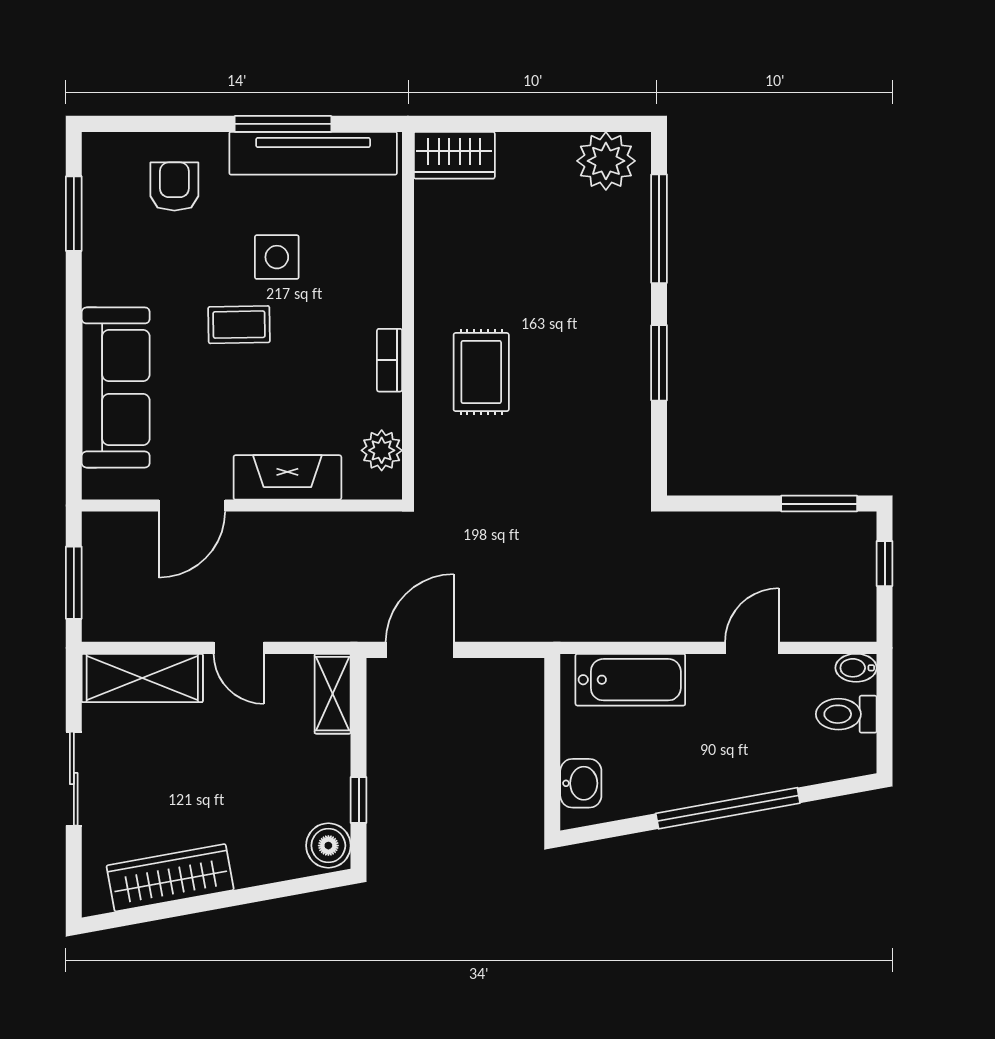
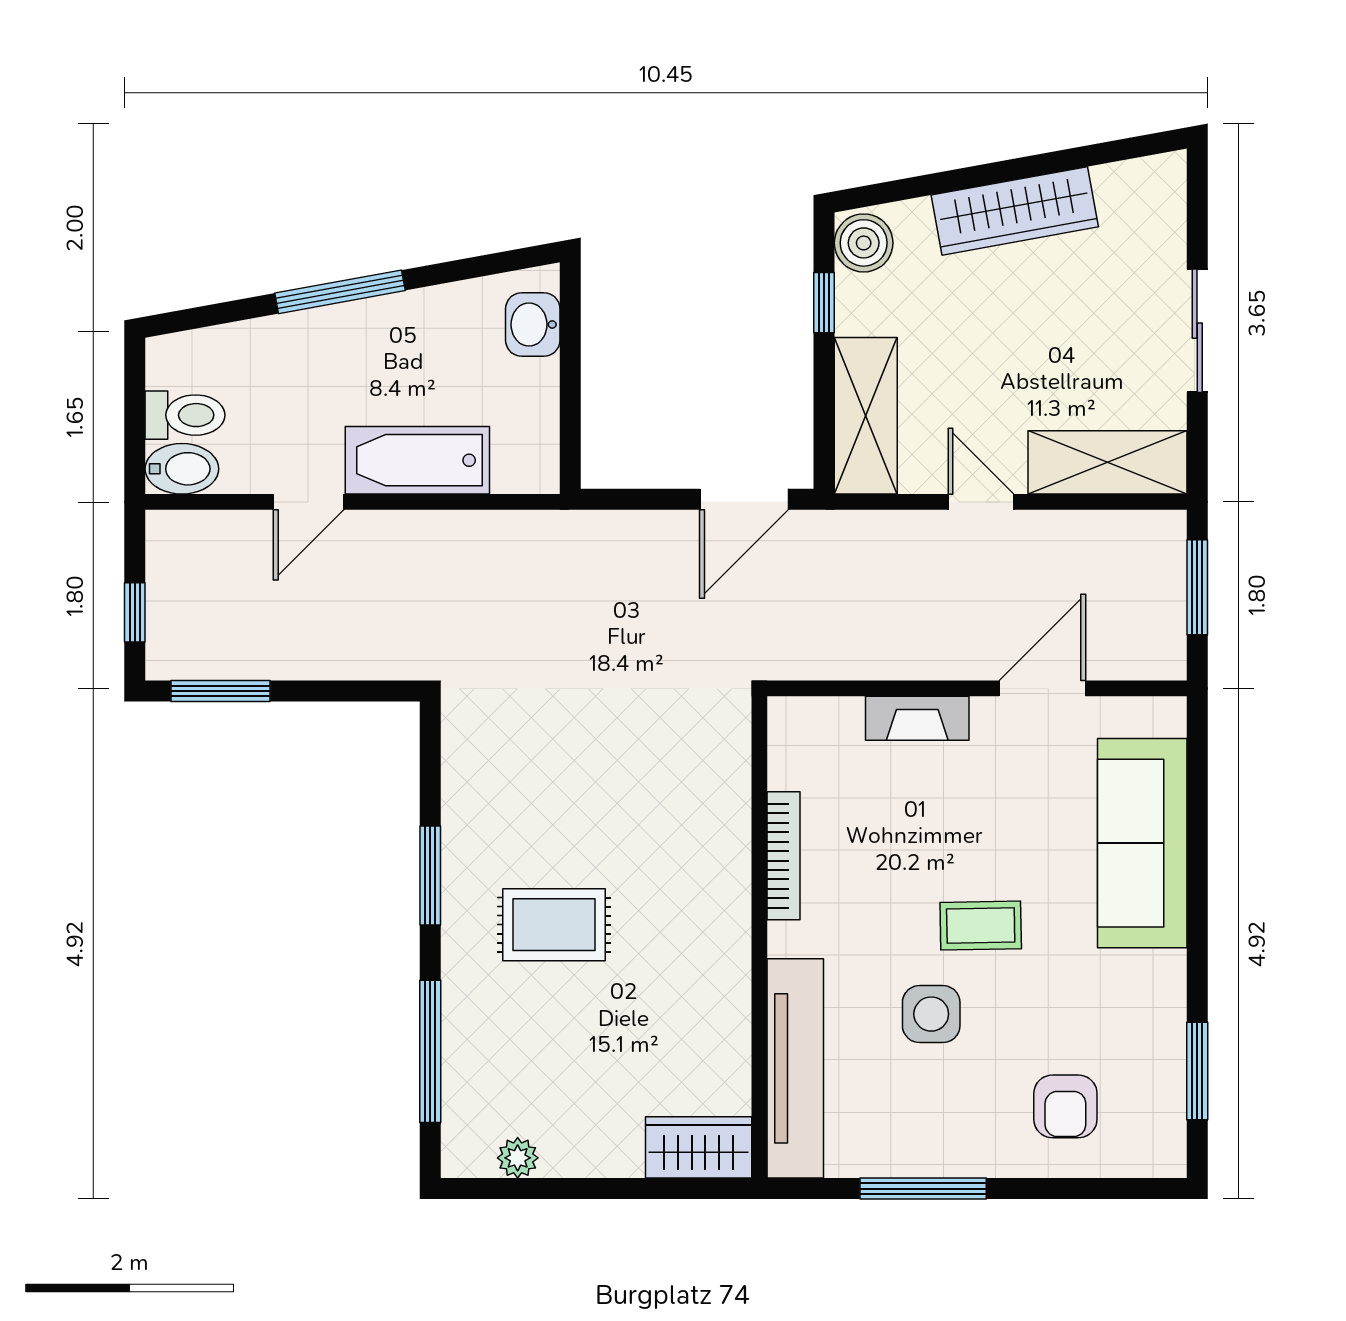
tv unit: (313, 153) -> (795, 1068), moved, turned 90
plant: (606, 161) -> (518, 1158), width x0.53, depth x0.53
bookcase: (390, 360) -> (784, 856), width x1.56
rug: (481, 372) -> (554, 925), moved, turned 90
plant: (382, 450) -> (794, 761), removed
fireplace: (287, 477) -> (917, 718), width x0.73, depth x0.76
bidet: (856, 668) -> (182, 469), width x1.38, depth x1.36
bathtub: (630, 680) -> (417, 460), moved
shelving: (333, 694) -> (866, 416), width x1.50, depth x1.33
window: (728, 808) -> (340, 292), width x0.68
wardrobe: (170, 878) -> (1015, 211), moved

